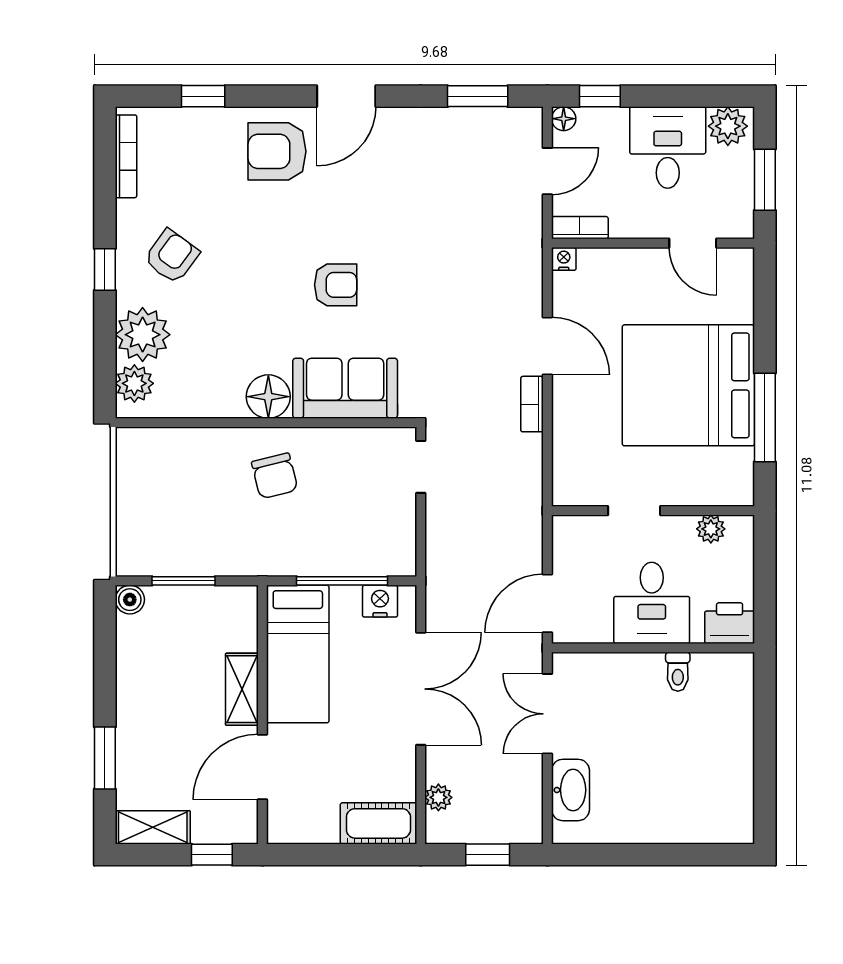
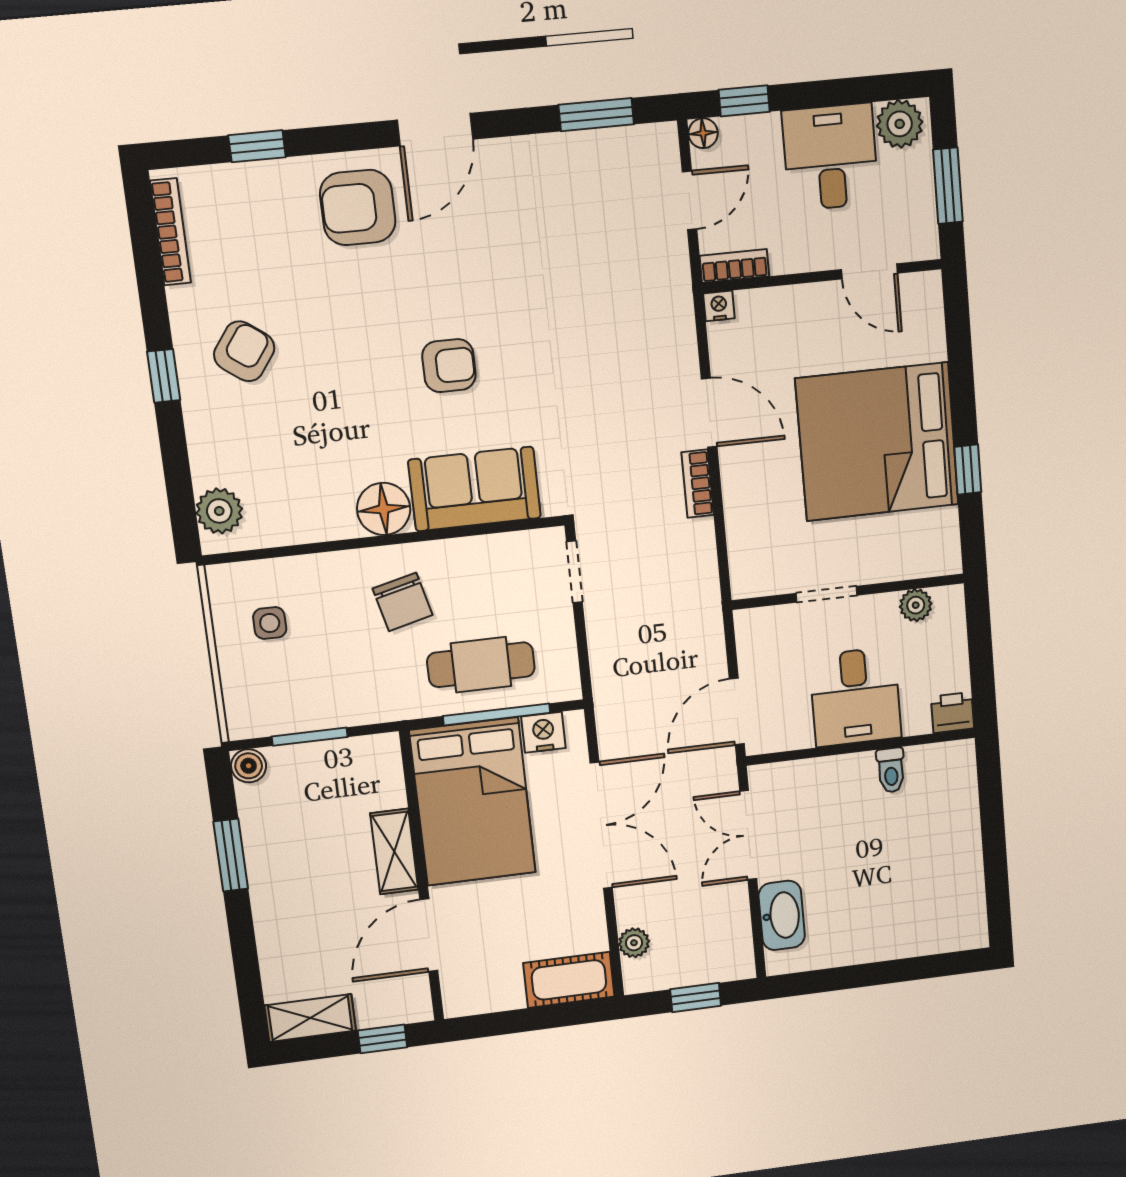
plant: (143, 335) -> (221, 451), removed
window: (765, 417) -> (968, 470), width x0.46
side table: (163, 481) -> (270, 623), added
cafe table: (334, 537) -> (481, 665), added
printer: (730, 623) -> (952, 713), width x0.73, depth x0.81
bed: (298, 654) -> (473, 802), width x1.50
window: (105, 758) -> (231, 855), moved

